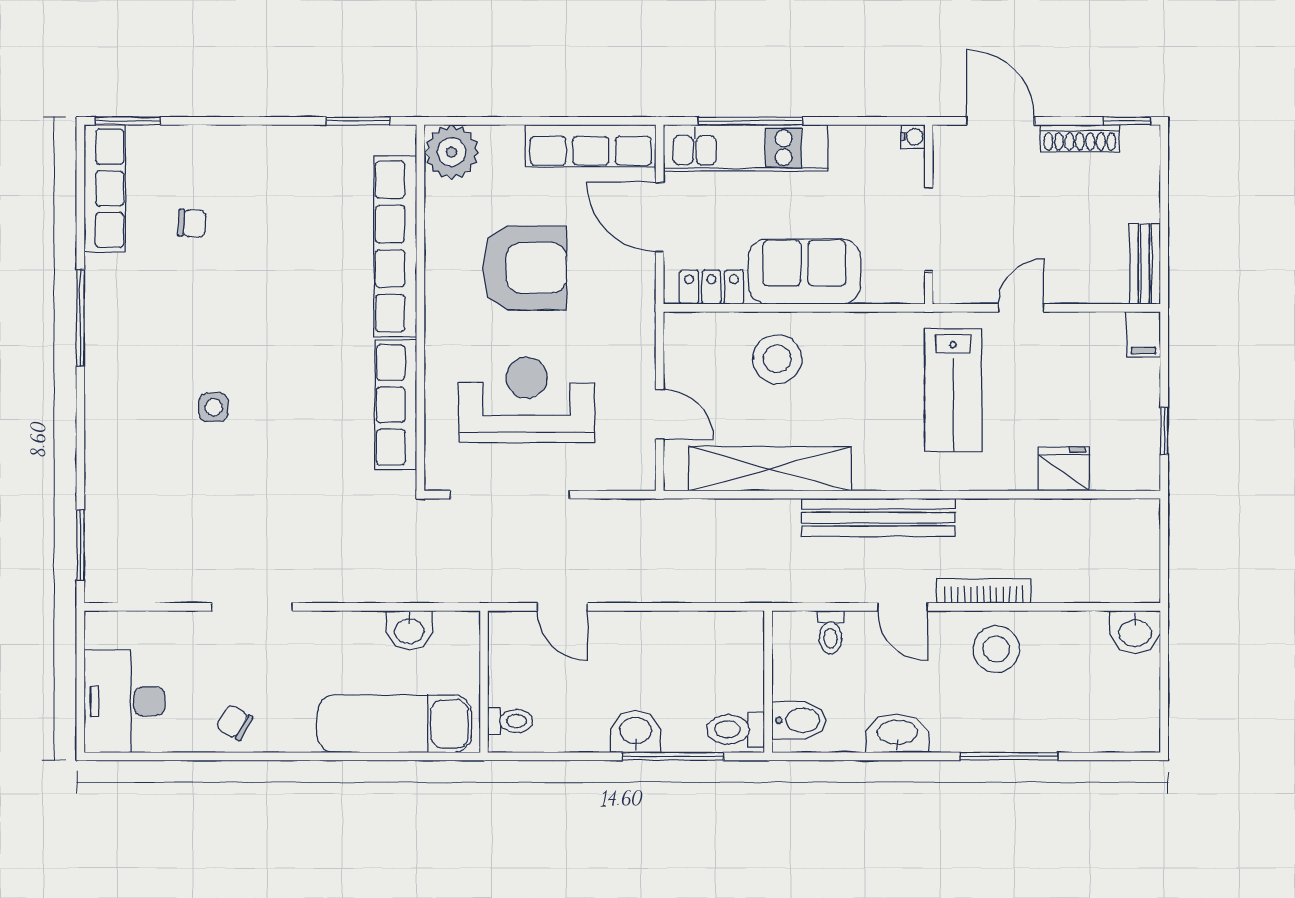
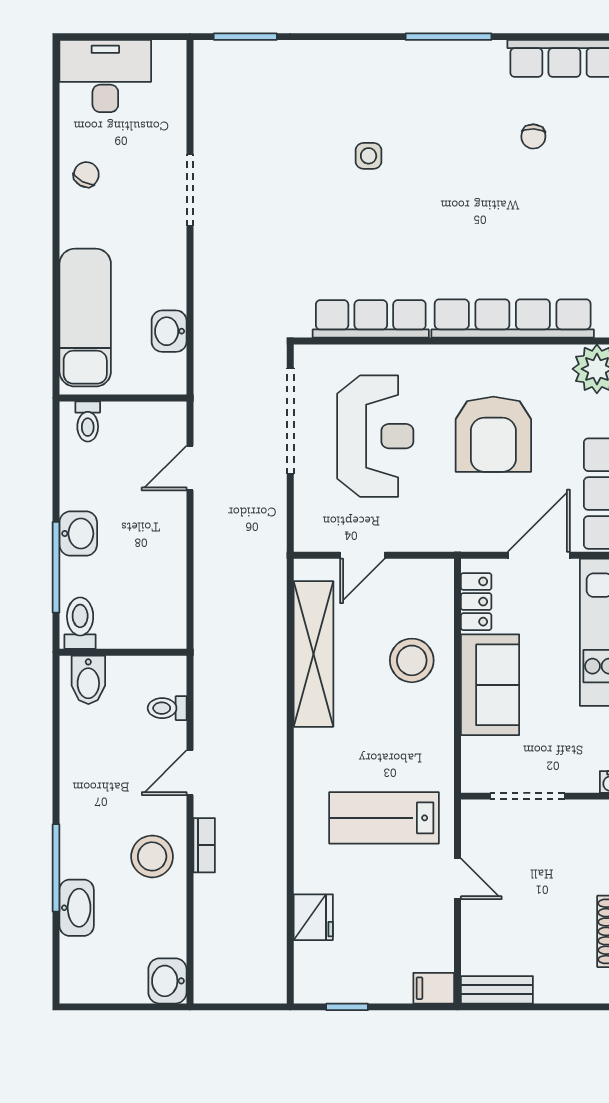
bench: (878, 518) -> (270, 751), removed
bookcase: (984, 591) -> (204, 845), width x0.64
washbasin: (897, 733) -> (77, 908), moved

